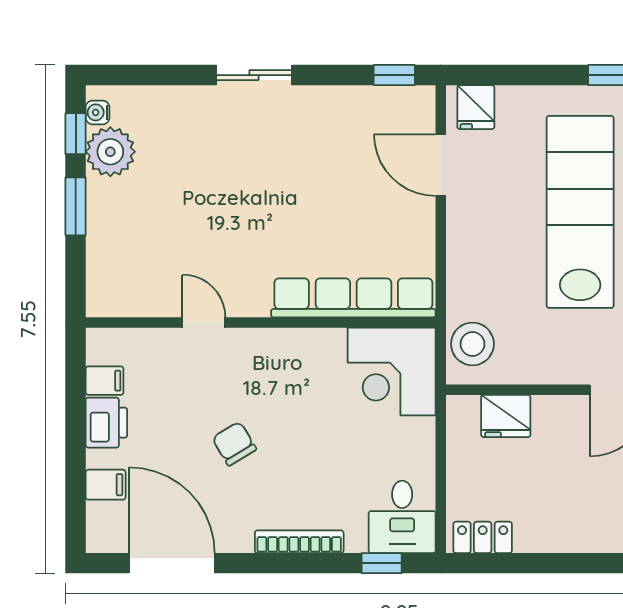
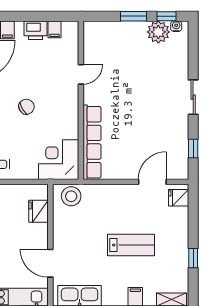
window: (394, 75) -> (193, 148), moved
lab bench: (580, 212) -> (131, 245), width x0.54, depth x0.72
chair: (234, 444) -> (26, 107), moved

